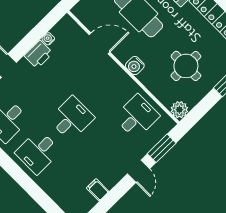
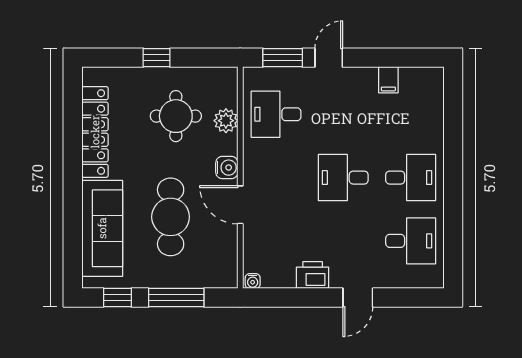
water cooler: (48, 39) -> (253, 281), moved
door: (99, 43) -> (240, 205), moved
plant: (179, 110) -> (226, 121), moved

